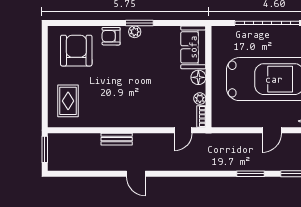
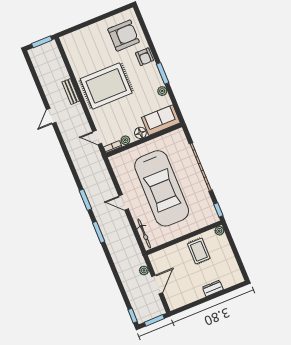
plant: (135, 32) -> (162, 91), moved
armchair: (111, 36) -> (145, 57), turned 180
rug: (68, 101) -> (106, 86), moved, width x1.86, depth x2.06

